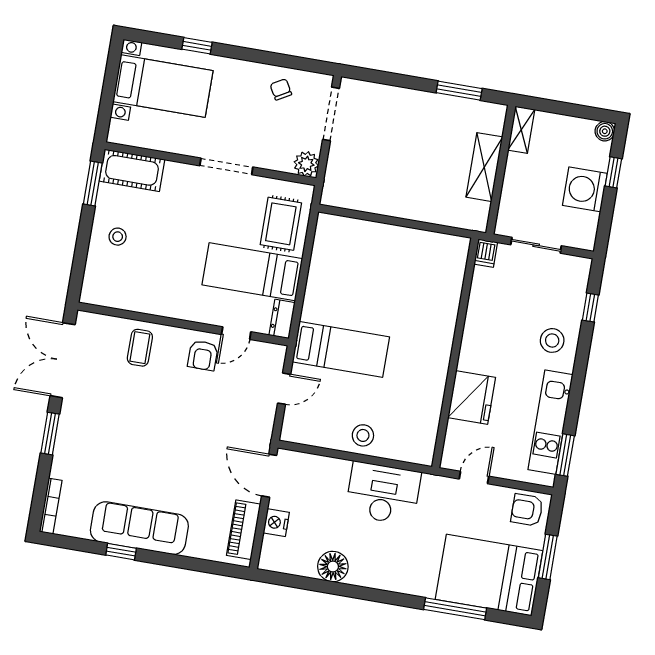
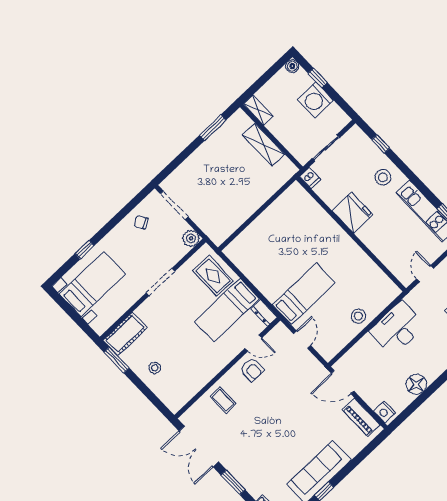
door: (236, 333) -> (253, 343), hinge flipped
fridge: (472, 397) -> (353, 213), moved
nightstand: (276, 523) -> (385, 412), moved

